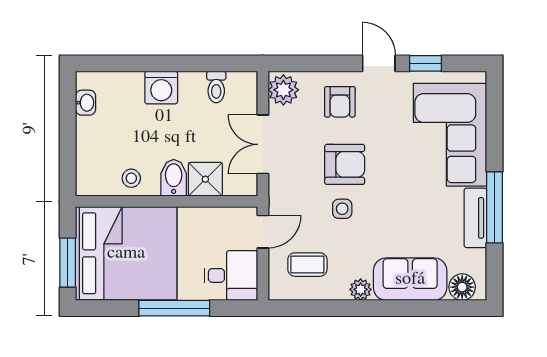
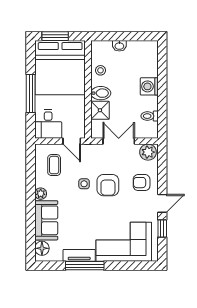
washbasin: (86, 103) -> (119, 46), moved

